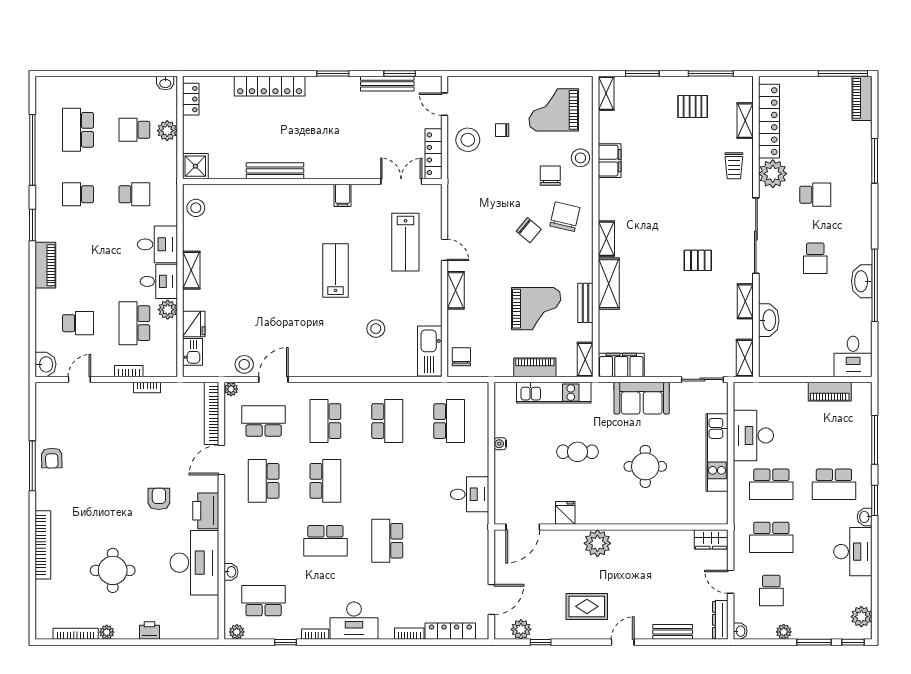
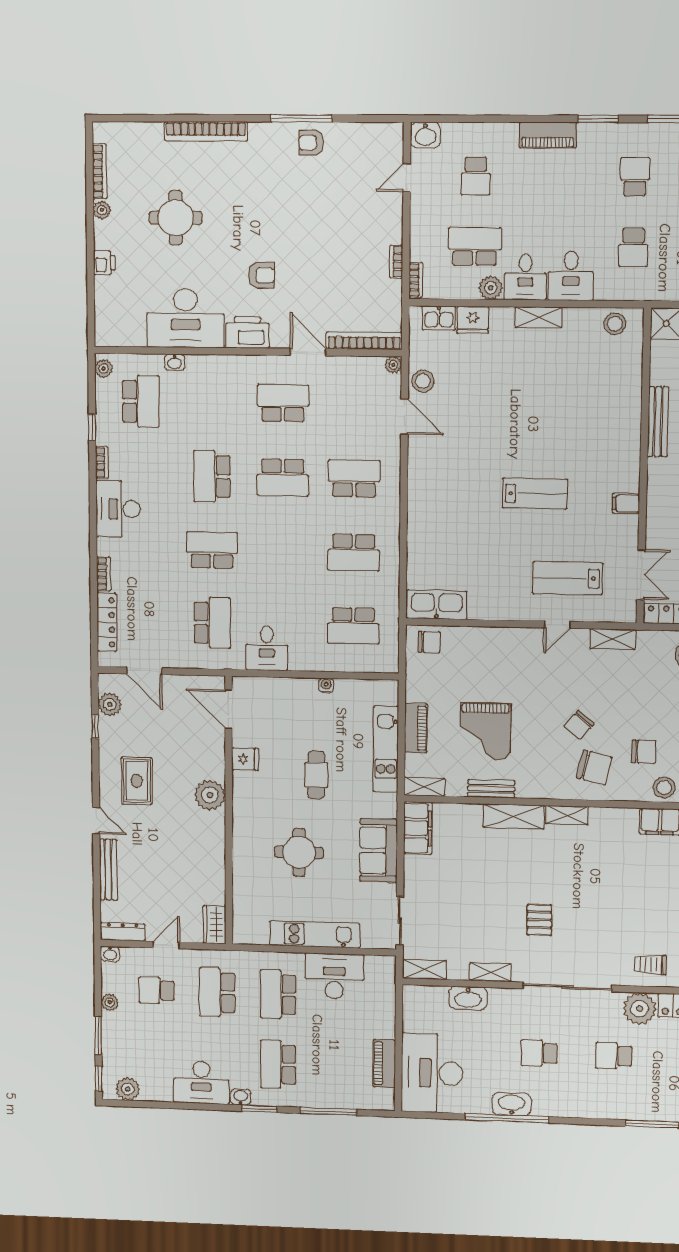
school desk: (815, 195) -> (614, 1056), turned 90
shelving: (456, 290) -> (613, 639), moved
stool: (376, 329) -> (464, 541), removed
desk: (853, 356) -> (432, 1073), width x1.87, depth x1.30
bookcase: (129, 371) -> (416, 280), moved
door: (79, 379) -> (407, 178), swing flipped
school desk: (264, 421) -> (212, 623), moved
bench: (673, 632) -> (108, 870), width x1.36

